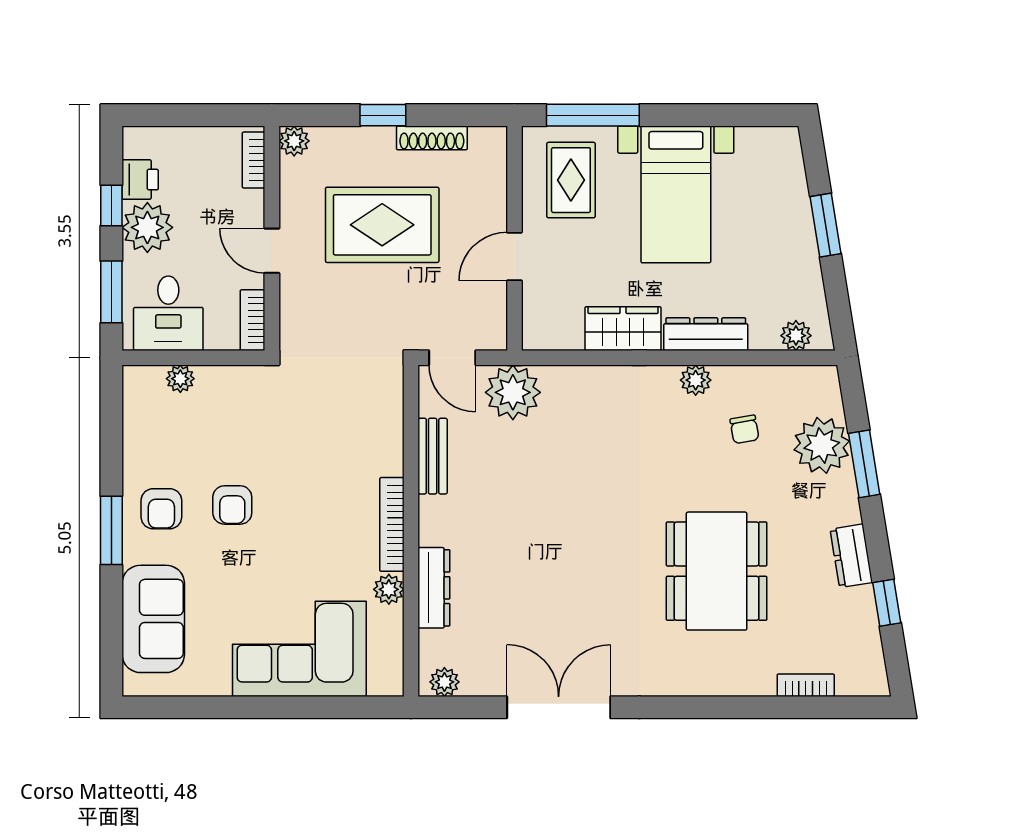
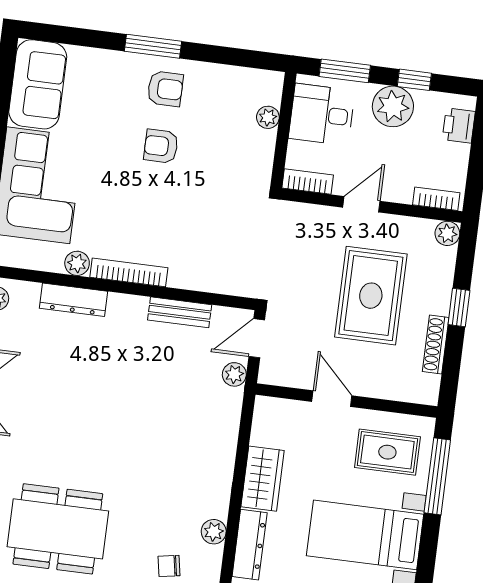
printer: (140, 180) -> (459, 126), moved, turned 90
plant: (513, 392) -> (234, 374), width x0.53, depth x0.53
armchair: (161, 509) -> (165, 89), turned 180
sofa: (153, 619) -> (38, 84), moved, turned -90

